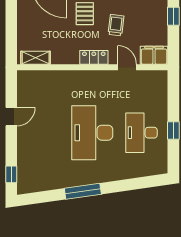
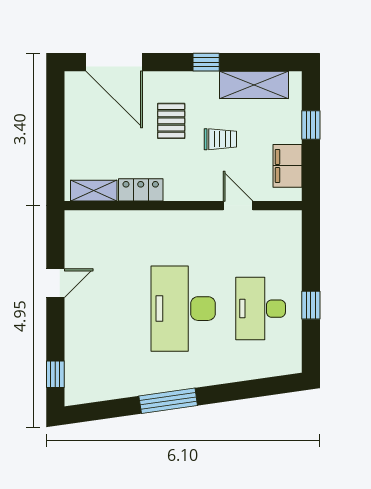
trolley: (116, 25) -> (220, 139), turned 83
filing cabinet: (154, 55) -> (288, 166), moved, turned -90
locker: (94, 57) -> (141, 190), moved

